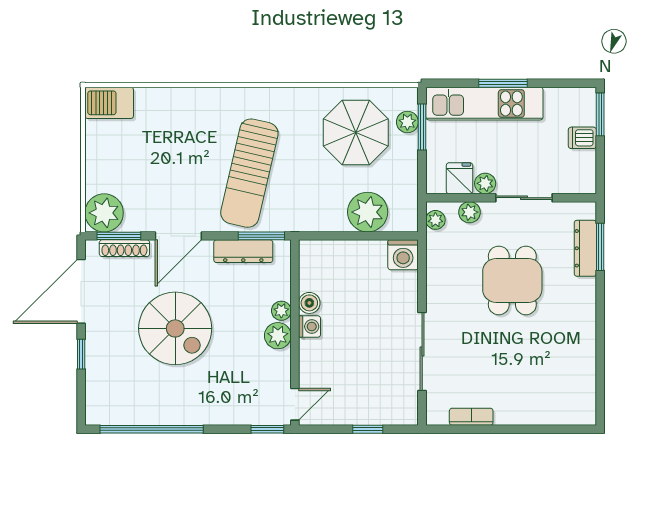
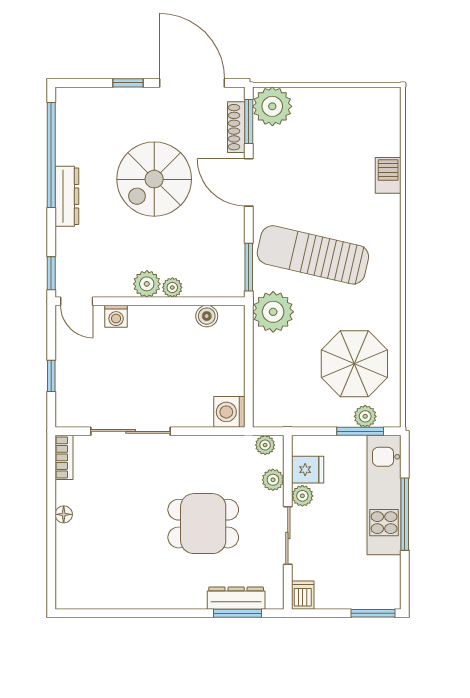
window: (503, 83) -> (405, 514), width x1.44
barbecue: (109, 103) -> (388, 175), moved, width x0.73, depth x0.79
dishwasher: (582, 138) -> (303, 595), moved
plant: (368, 212) -> (273, 312), moved
dresser: (243, 251) -> (67, 196), moved, turned 180
boiler: (309, 303) -> (207, 316), moved
washing machine: (310, 326) -> (116, 316), moved
bookcase: (471, 417) -> (64, 457), moved
floor lamp: (503, 417) -> (64, 514), added

